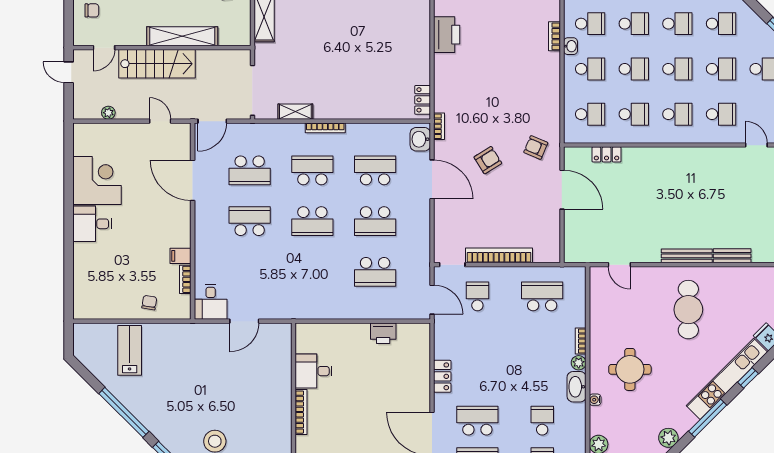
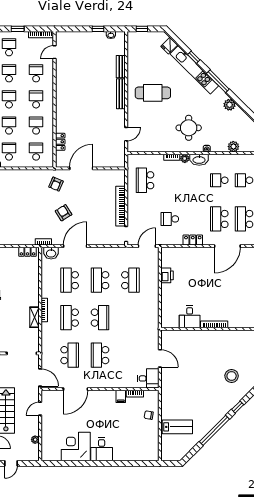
shelving: (295, 112) -> (35, 317), moved
school desk: (375, 221) -> (100, 280), turned 180
school desk: (477, 296) -> (170, 219), moved
lab bench: (130, 350) -> (177, 427), turned 180

